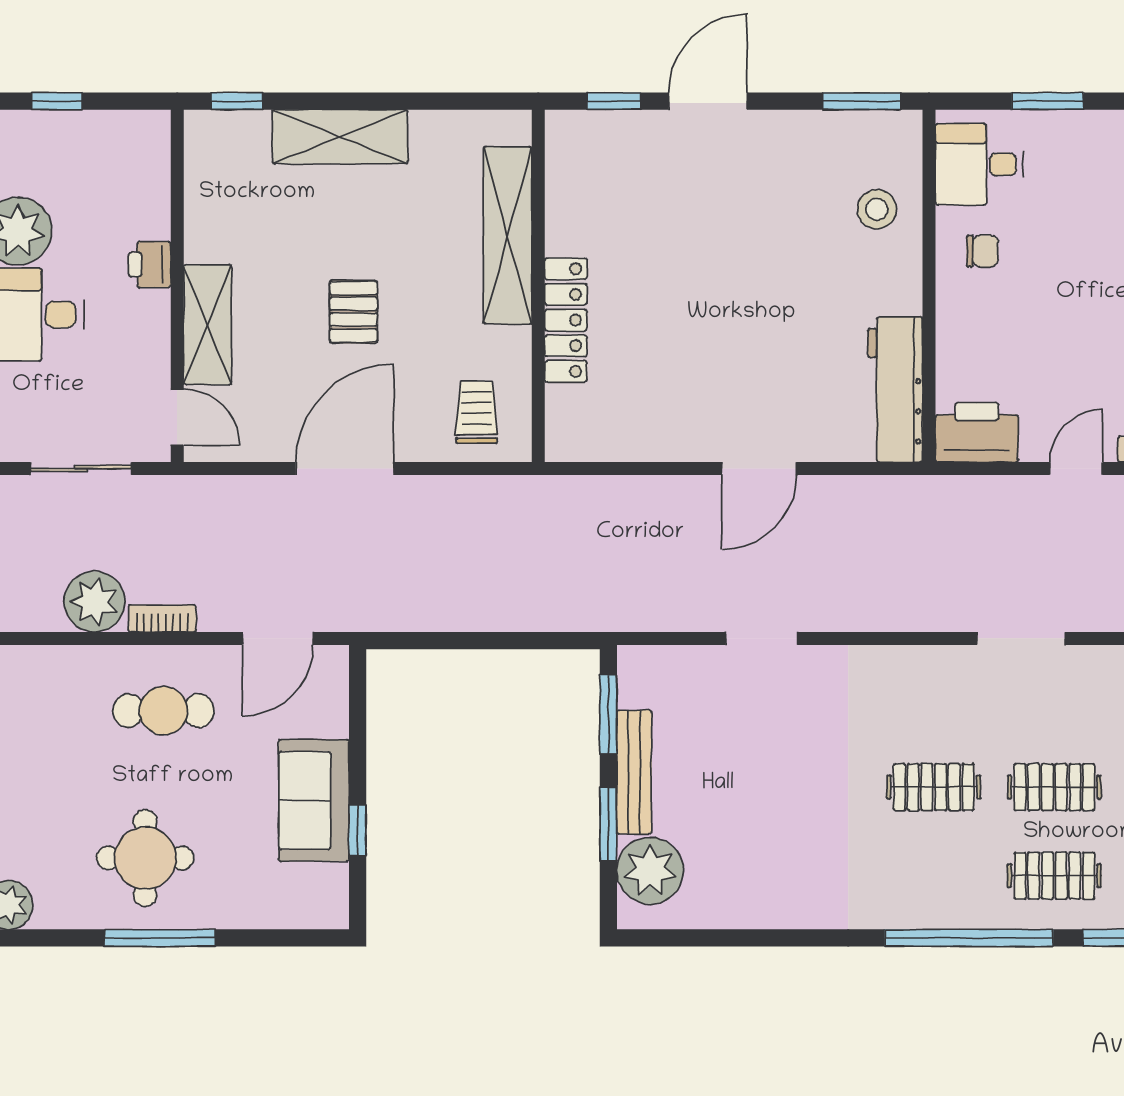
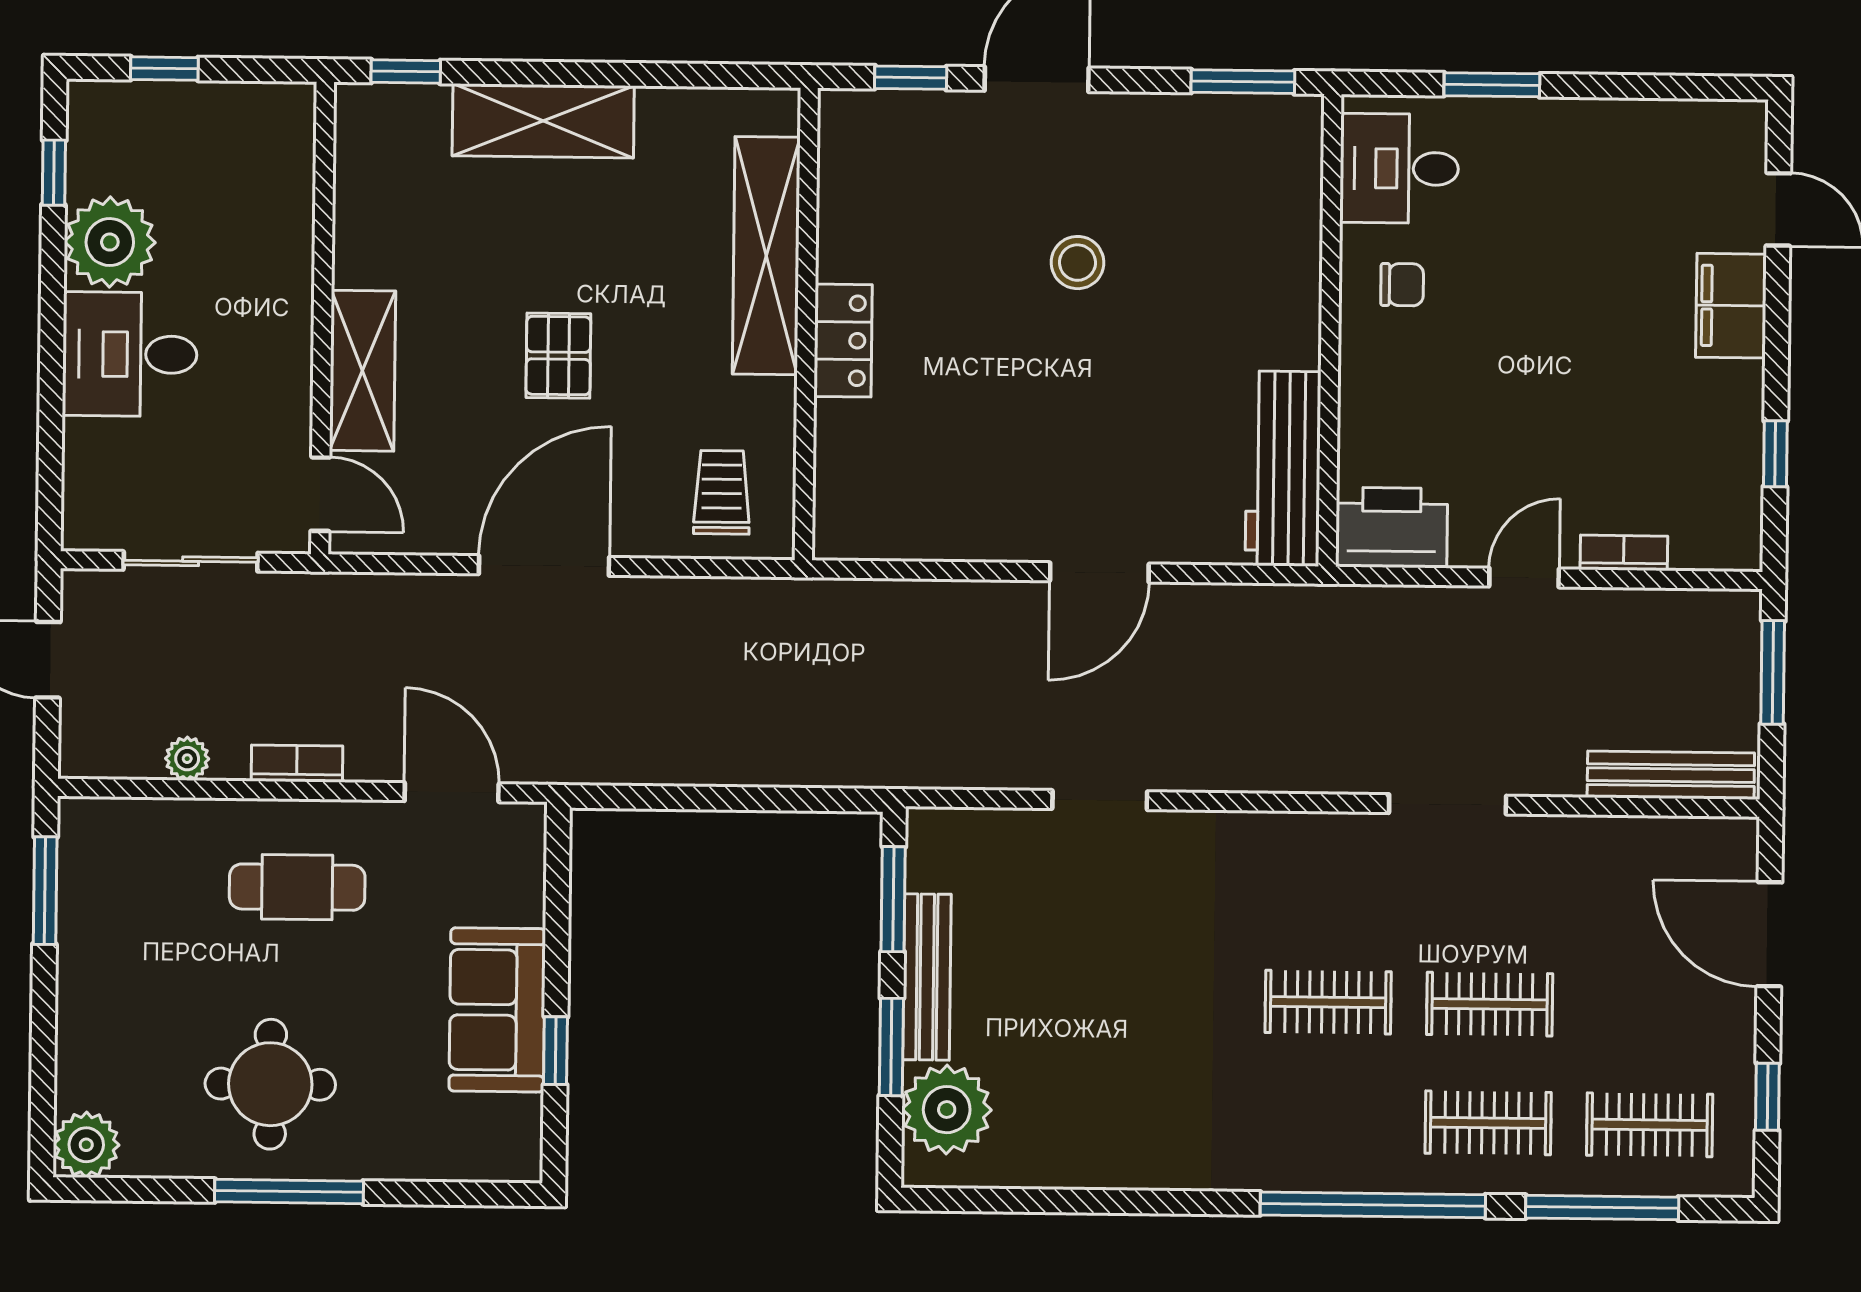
stool: (877, 209) -> (1078, 263), moved
printer: (150, 265) -> (286, 289), removed
locker: (566, 320) -> (843, 341), width x0.66
plant: (94, 602) -> (187, 759), width x0.53, depth x0.53
door: (278, 638) -> (452, 792), swing flipped

